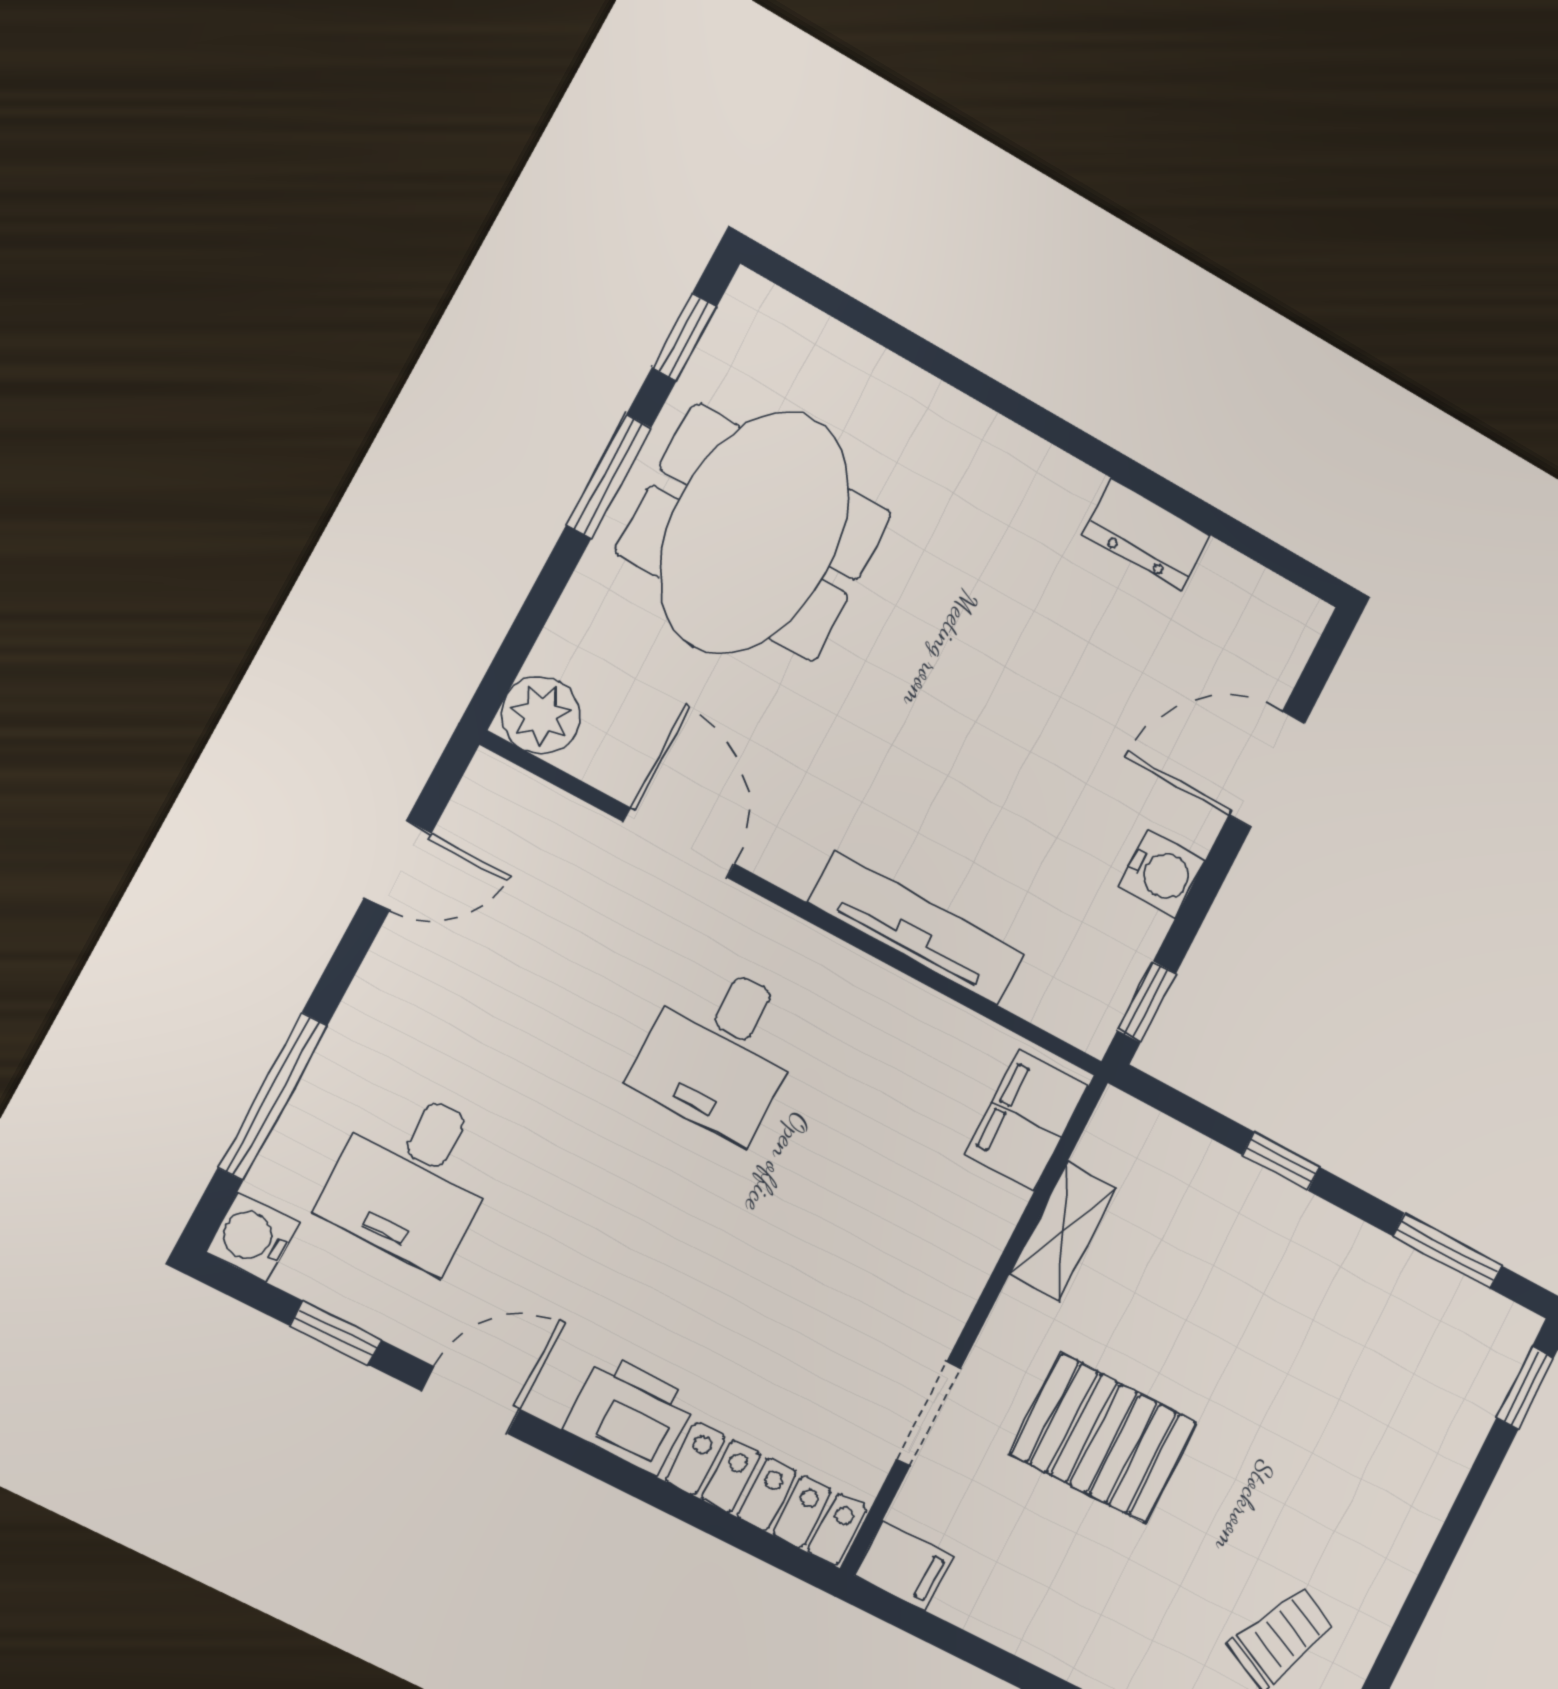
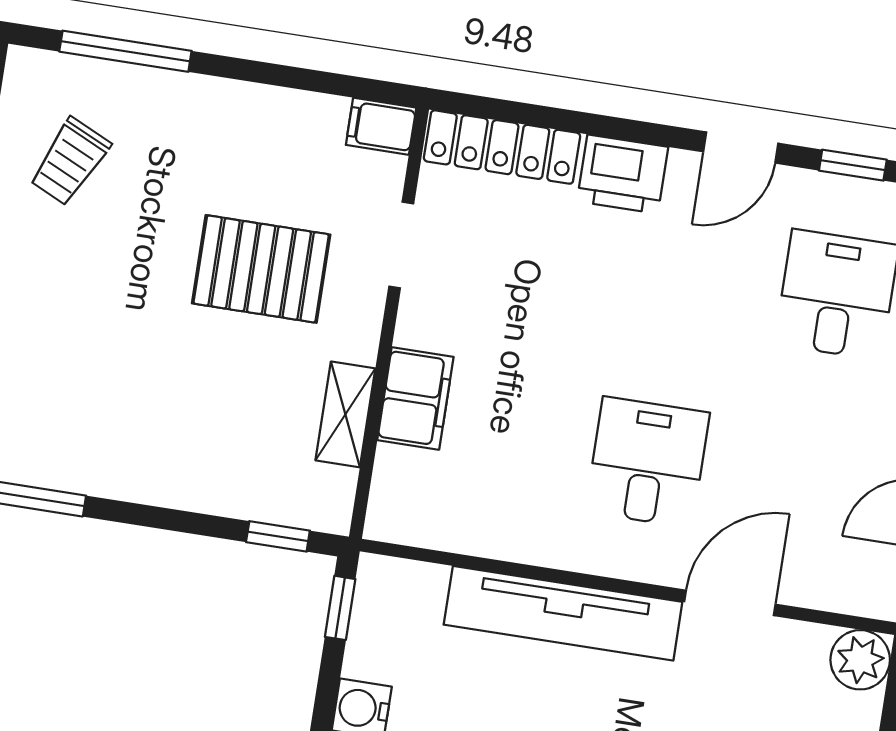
door: (679, 843) -> (730, 603), swing flipped
tv unit: (916, 928) -> (563, 613), width x1.36, depth x1.29
filing cabinet: (1027, 1120) -> (415, 399), moved
window: (1281, 1161) -> (278, 536), moved

